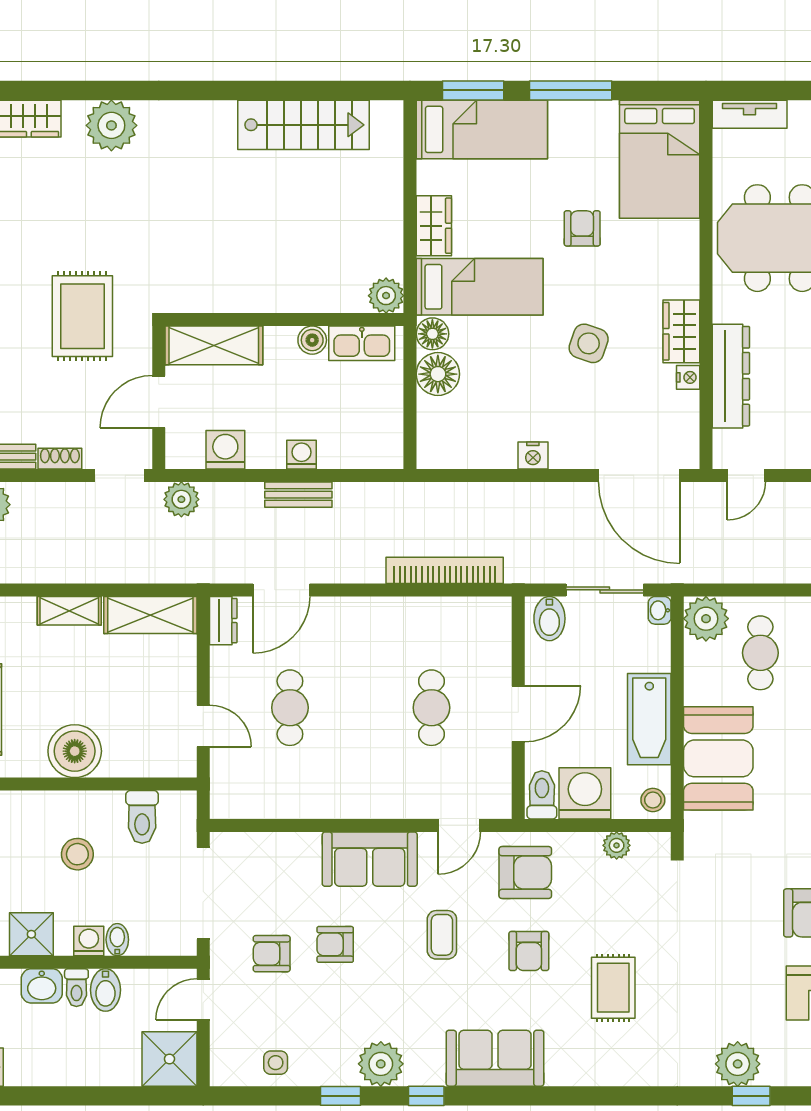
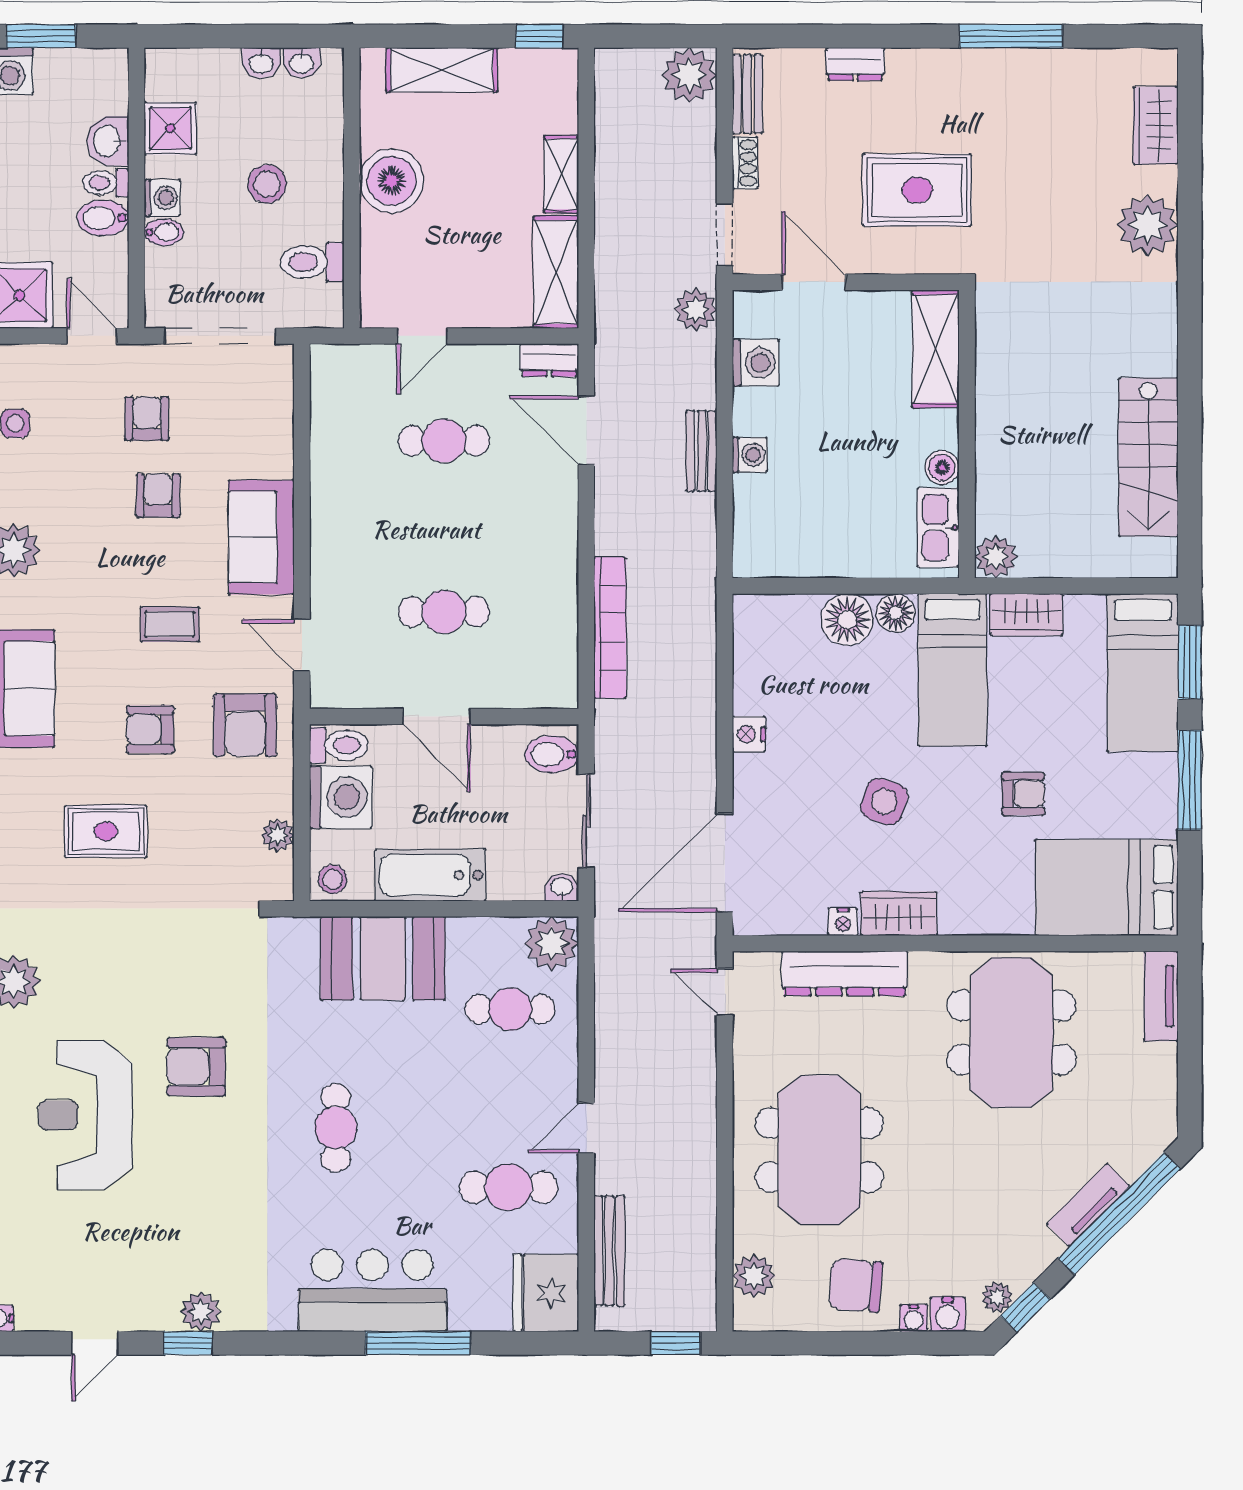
plant: (386, 296) -> (996, 557), moved
wall: (284, 320) -> (967, 434), moved
boiler: (312, 340) -> (942, 468), moved
kitchen sink: (362, 343) -> (938, 528), moved
shelving: (214, 345) -> (936, 349), moved

